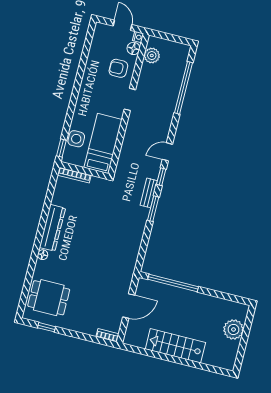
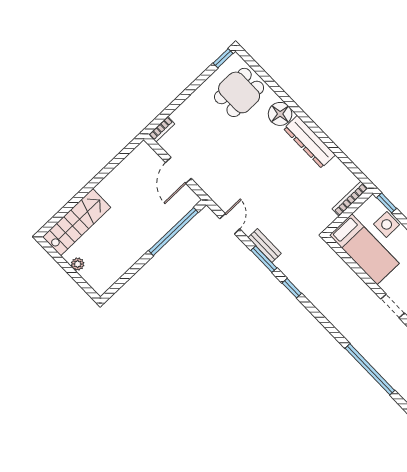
door: (167, 152) -> (230, 224), moved
bench: (149, 193) -> (265, 246), moved
floor lamp: (43, 255) -> (280, 114), width x1.89, depth x1.89
window: (46, 327) -> (223, 58), moved
plant: (233, 329) -> (78, 264), width x0.53, depth x0.53
stairs: (175, 346) -> (77, 222), moved

